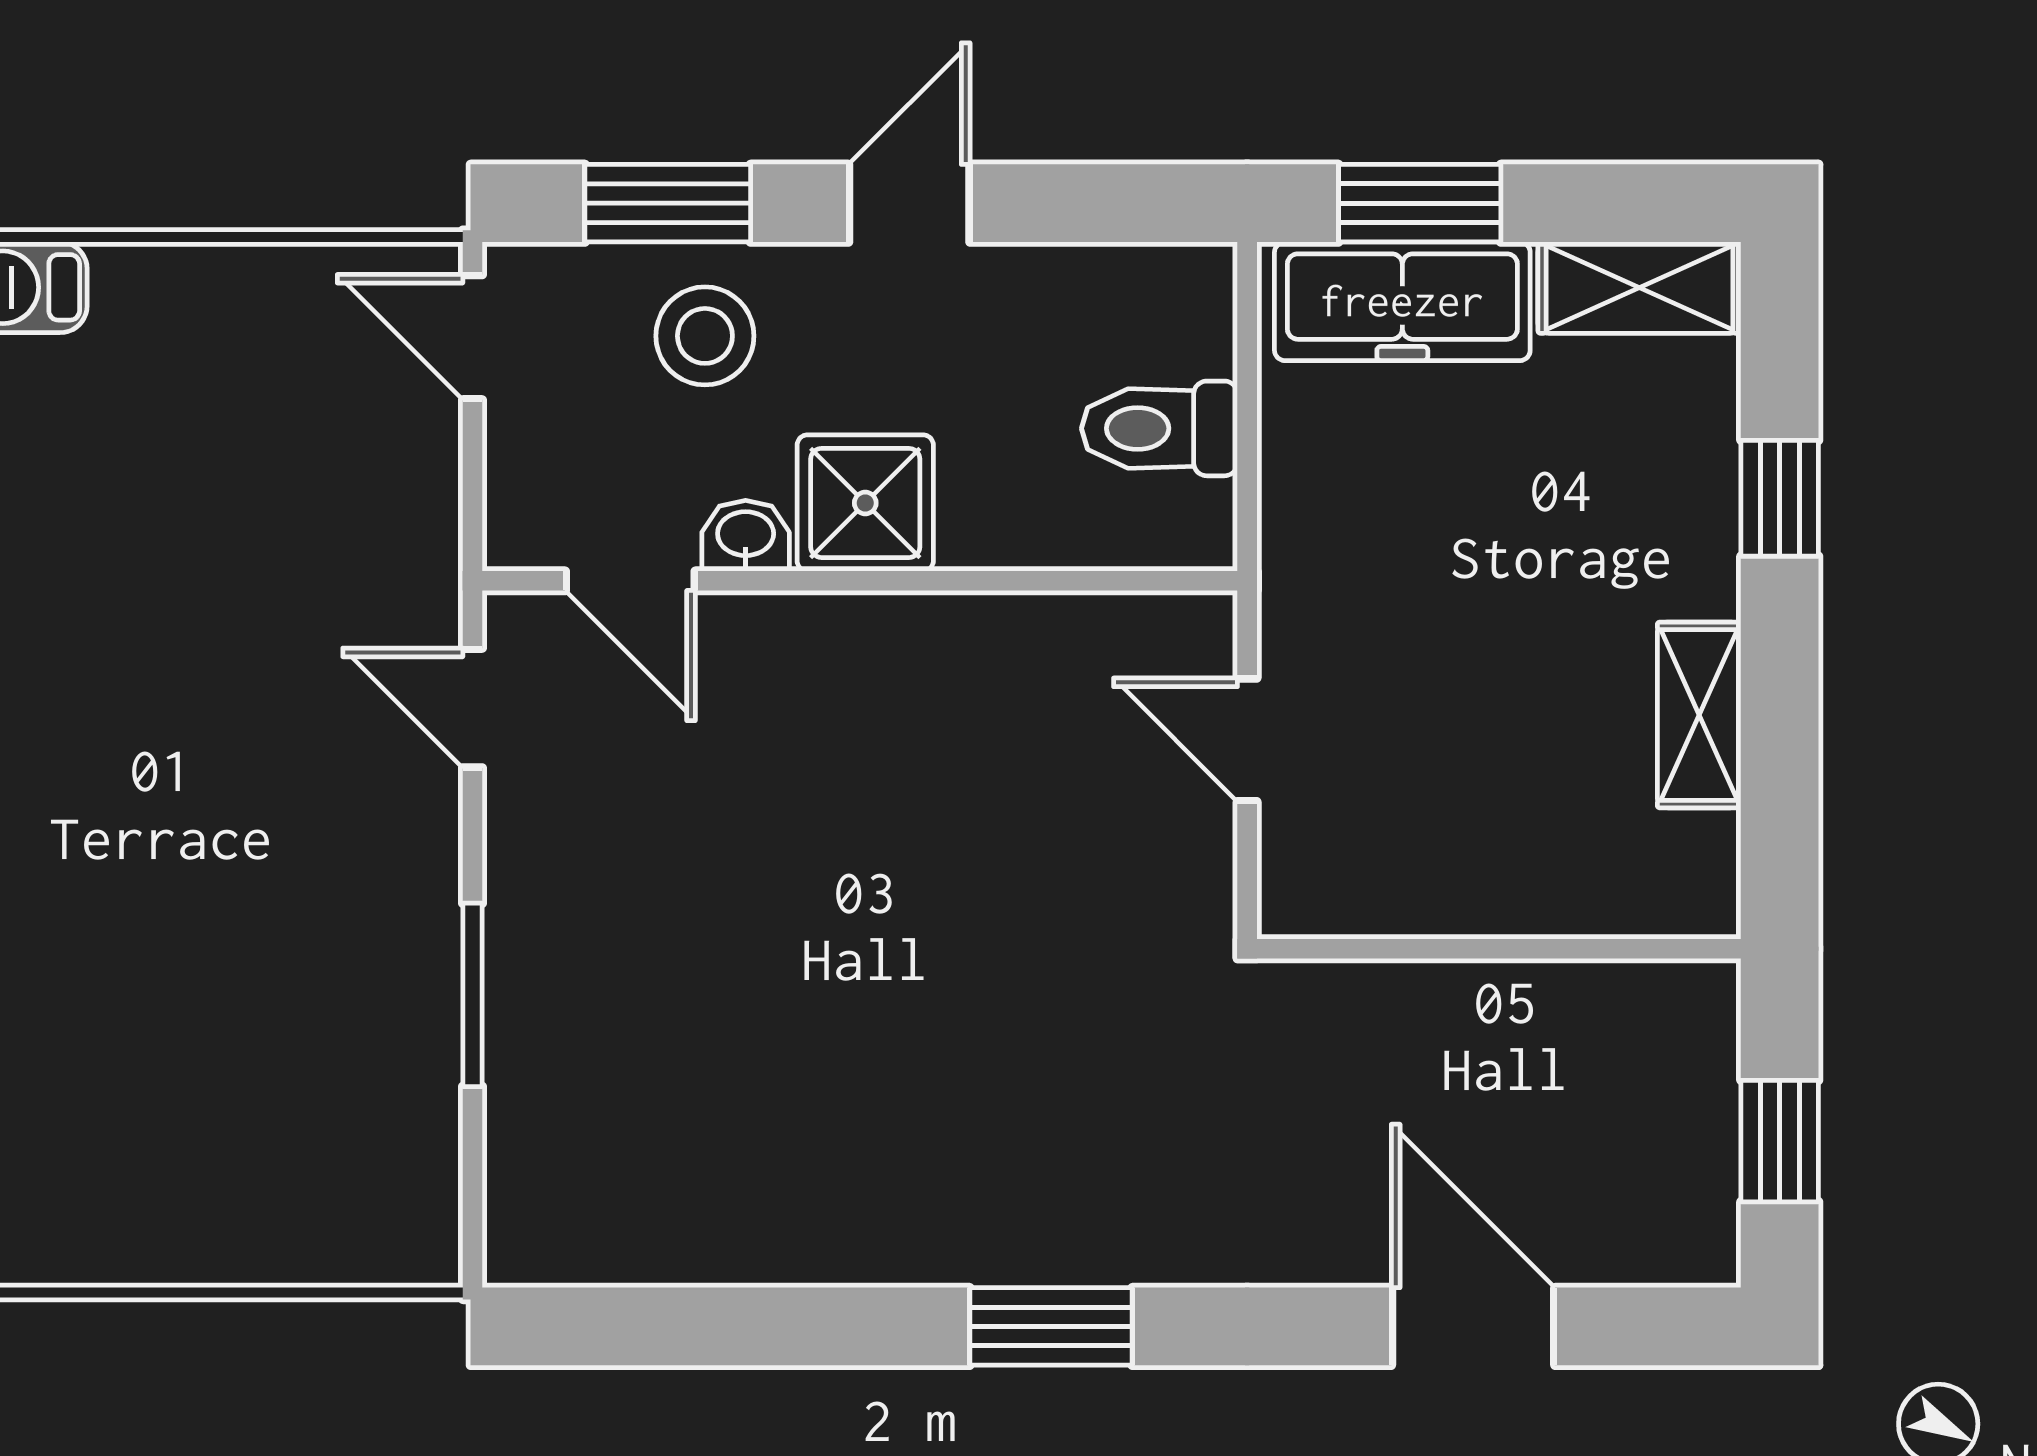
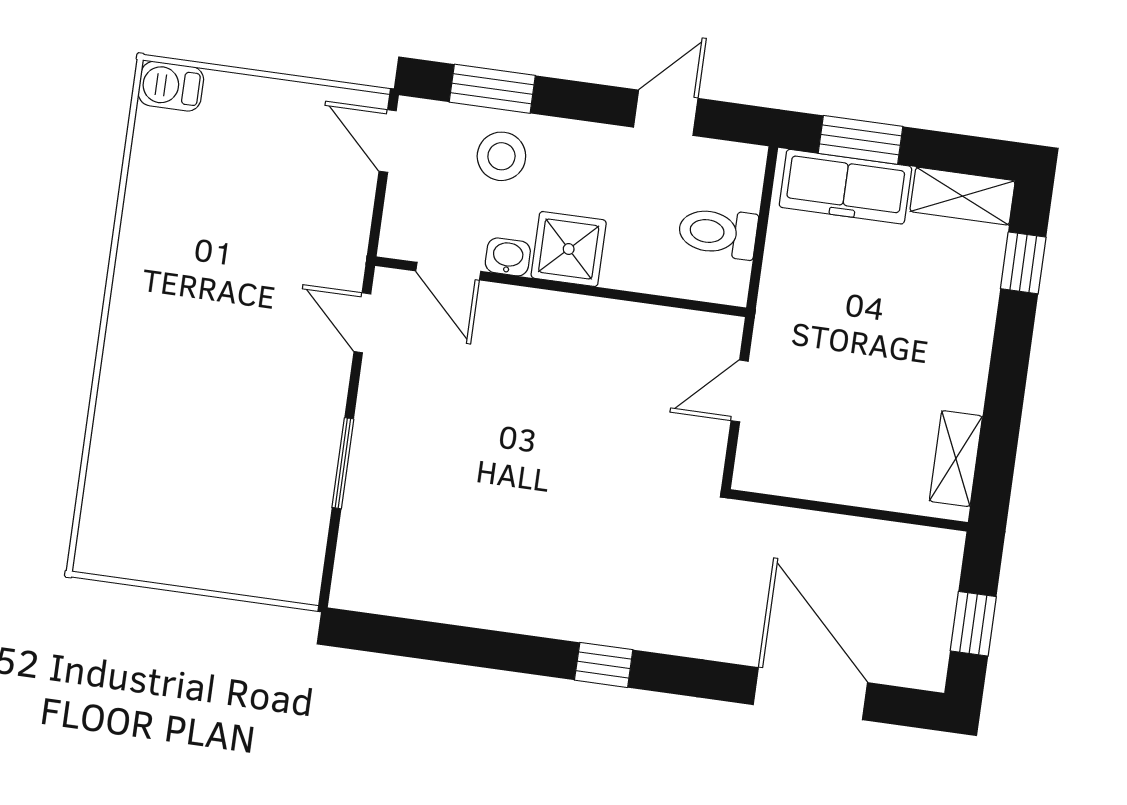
door: (909, 203) -> (666, 113), moved
window: (1780, 498) -> (1023, 263), moved
shelving: (1699, 715) -> (956, 459), moved
door: (1247, 740) -> (740, 391), hinge flipped
window: (1051, 1326) -> (604, 665), width x0.67
door: (1473, 1326) -> (810, 694), width x1.36

